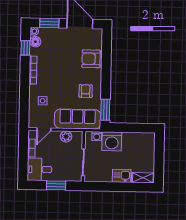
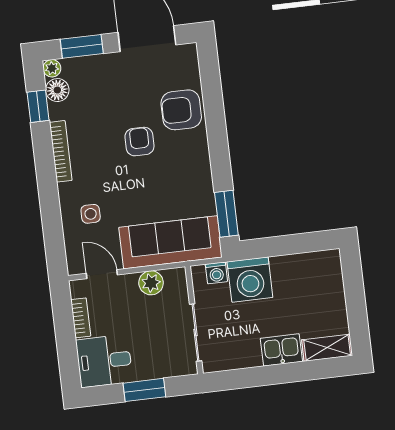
armchair: (86, 91) -> (139, 142), moved
door: (44, 129) -> (102, 274), swing flipped

